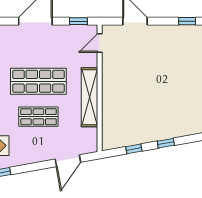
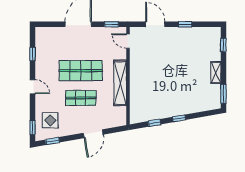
window: (187, 21) -> (185, 24), moved
door: (100, 43) -> (128, 41), hinge flipped
door: (68, 161) -> (93, 134), moved

